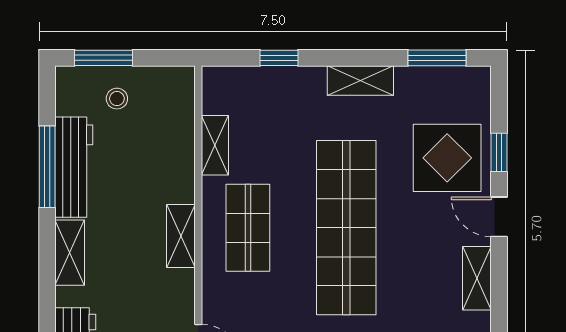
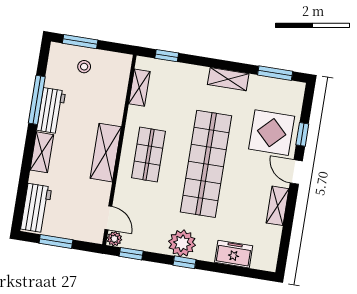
window: (279, 58) -> (167, 56), moved
shelving: (215, 145) -> (139, 88), moved
workbench: (74, 167) -> (51, 111), width x0.73
shelving: (181, 236) -> (106, 153), width x1.50, depth x1.33

